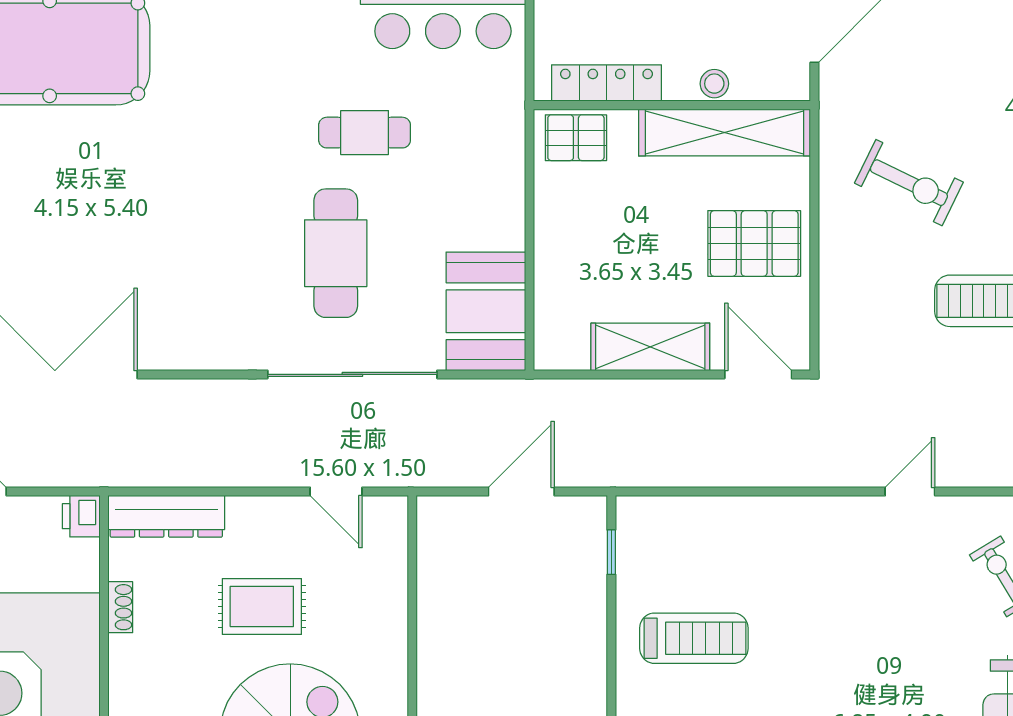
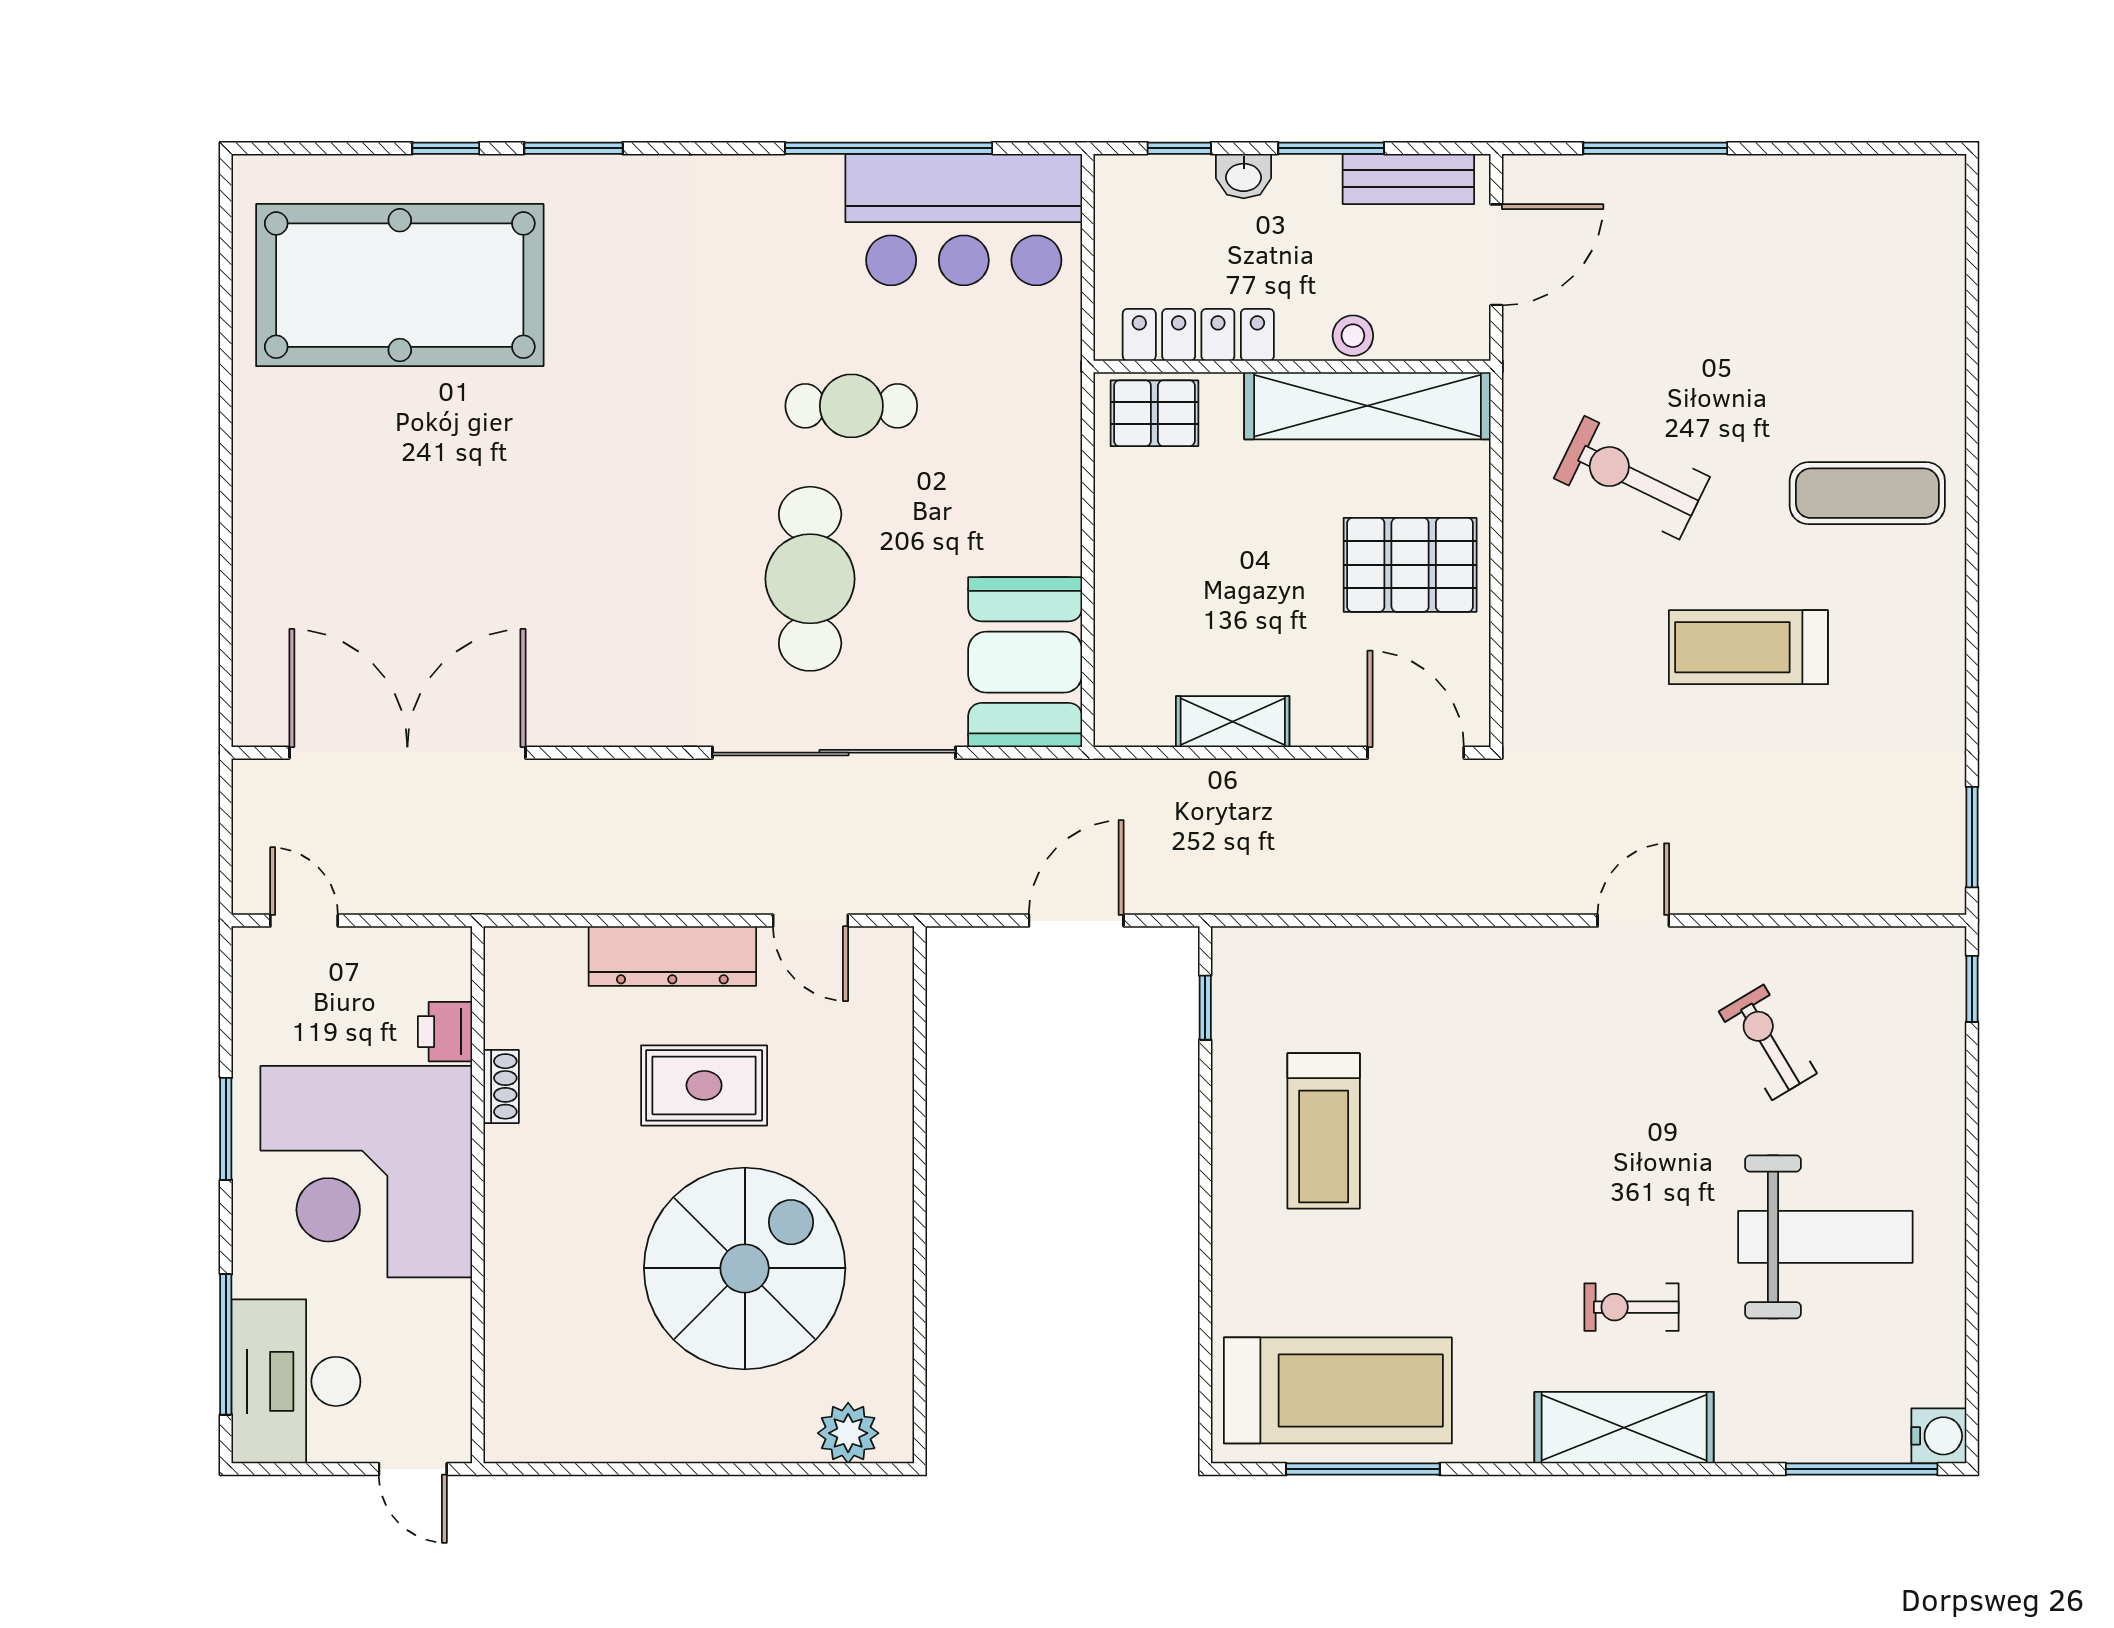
exercise bike: (909, 183) -> (1632, 478), turned 180
shelving: (650, 347) -> (1233, 722), width x0.67, depth x0.75
printer: (81, 516) -> (445, 1032), moved
dresser: (166, 516) -> (672, 956), moved
treadmill: (694, 638) -> (1324, 1131), turned 90

